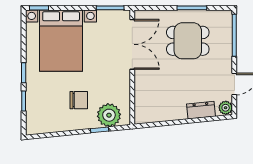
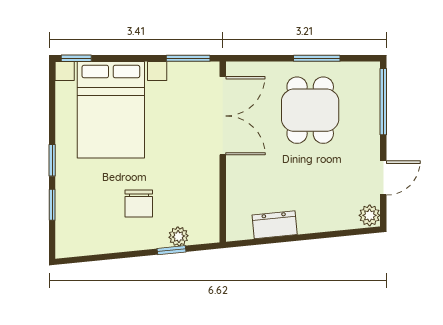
dining table: (188, 41) -> (310, 110), turned 90
chair: (79, 100) -> (139, 203), turned 90
dresser: (201, 110) -> (275, 225), moved
plant: (109, 115) -> (178, 236), width x0.53, depth x0.53

